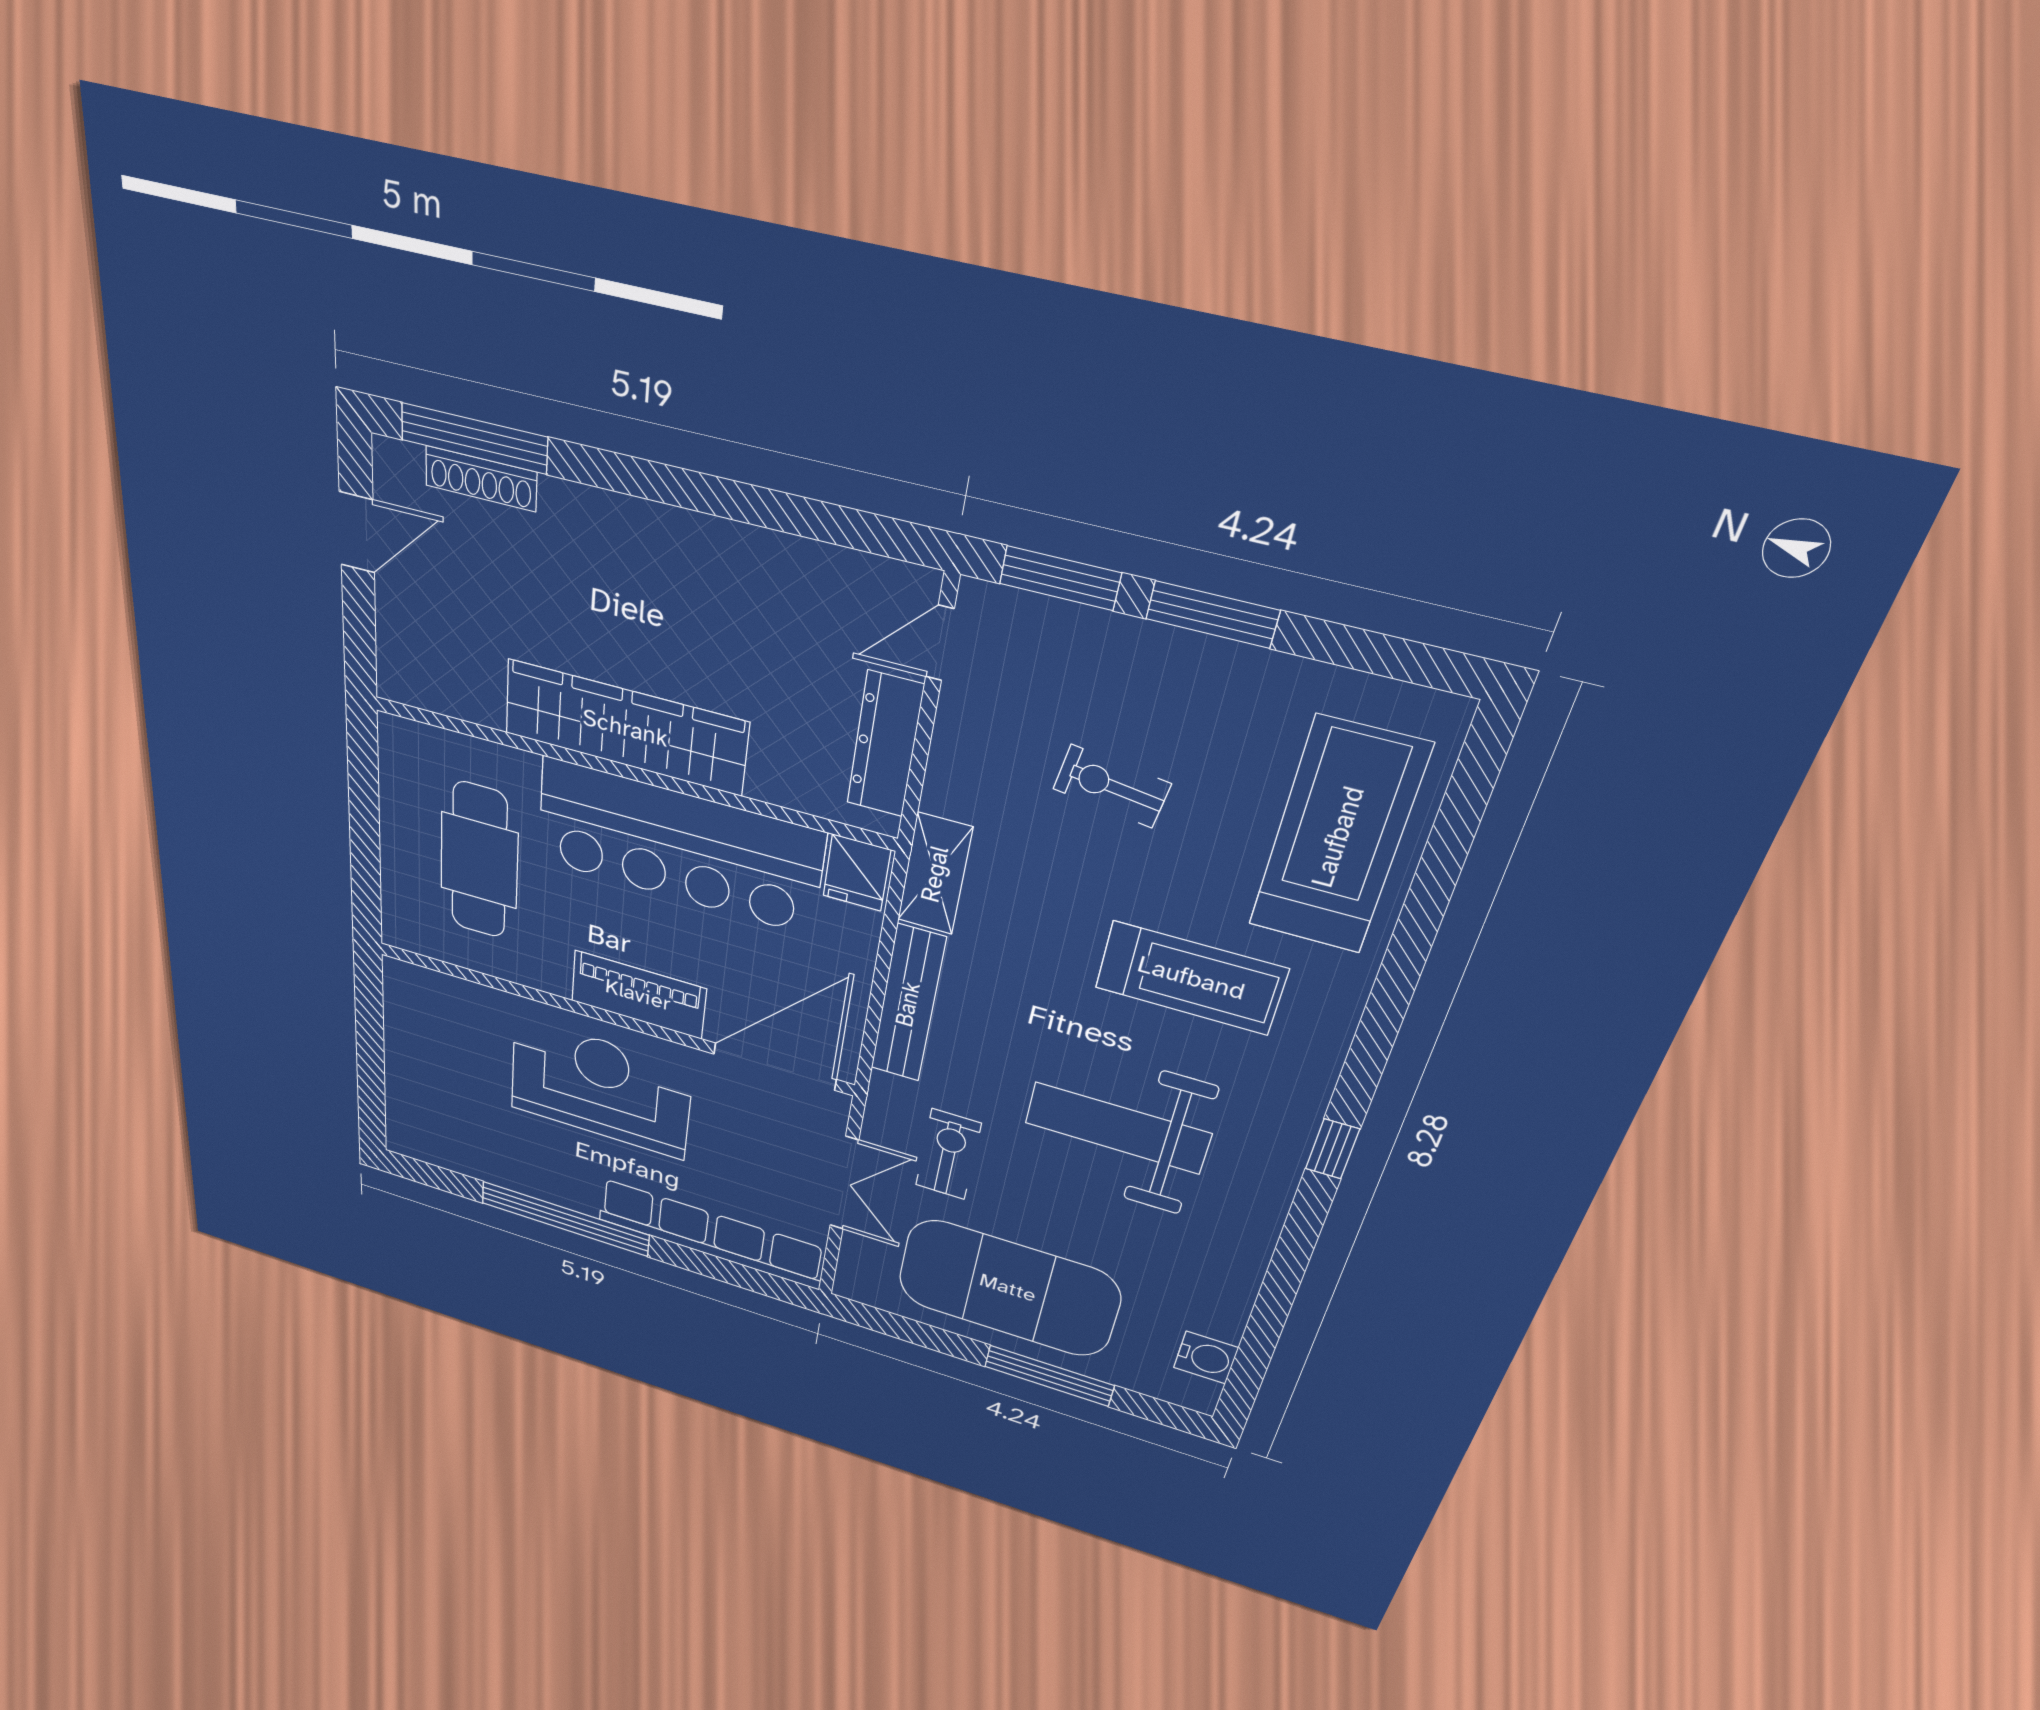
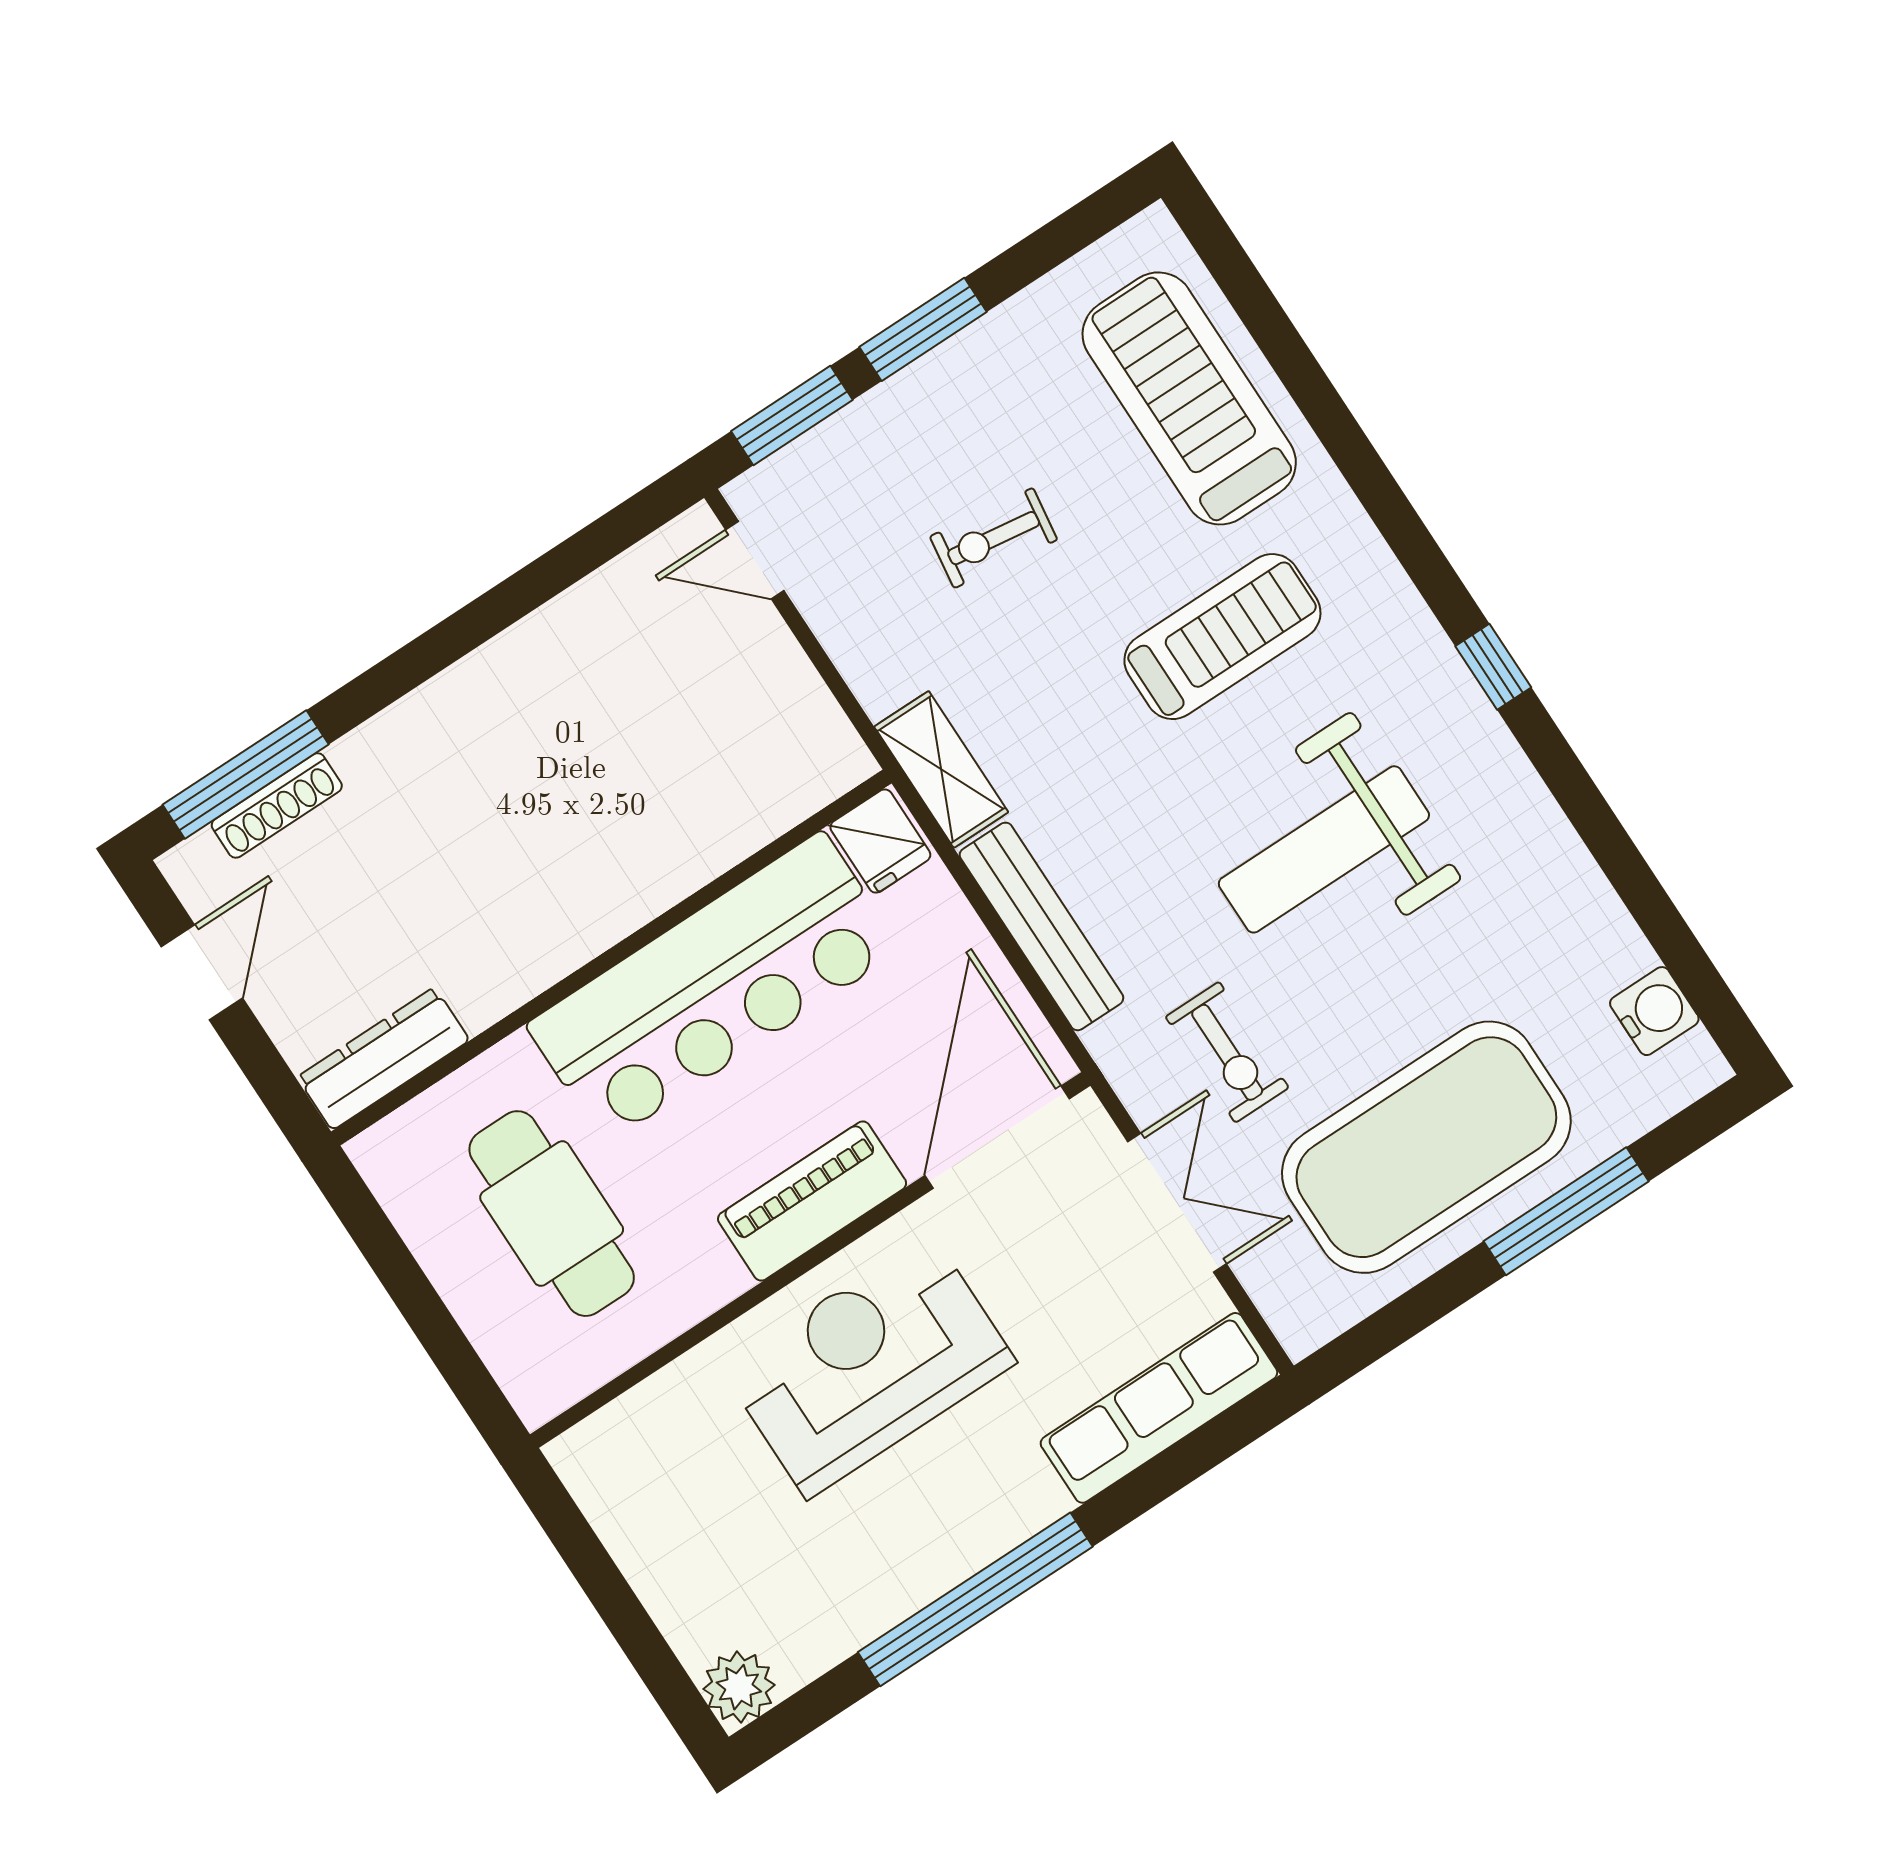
door: (940, 643) -> (755, 560), hinge flipped
wardrobe: (625, 728) -> (573, 915), removed
dresser: (885, 744) -> (383, 1059), moved, turned 90
plant: (408, 1138) -> (739, 1687), added
exercise bike: (948, 1154) -> (1227, 1052), turned 180
row of seats: (711, 1234) -> (1159, 1408), width x0.73

